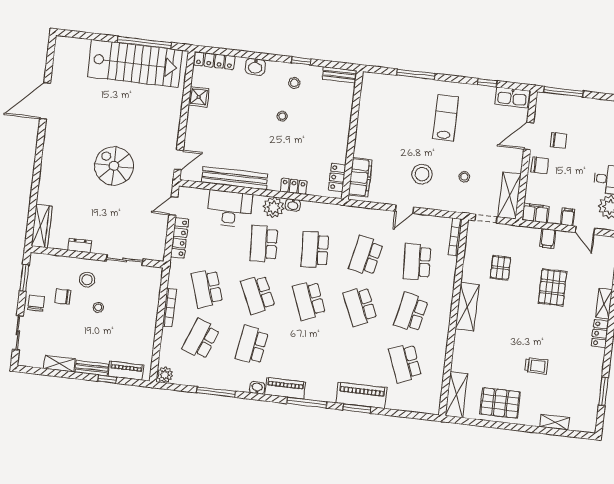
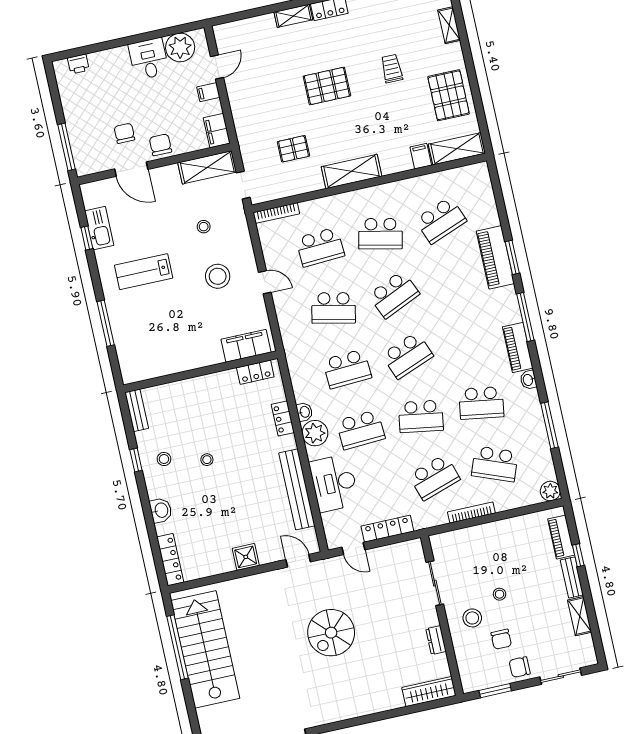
shower: (199, 97) -> (246, 557), moved
kitchen sink: (512, 97) -> (99, 228), moved
filing cabinet: (548, 238) -> (421, 156), moved, turned -90
pallet: (552, 287) -> (327, 86), moved
school desk: (258, 294) -> (421, 416), turned 33

